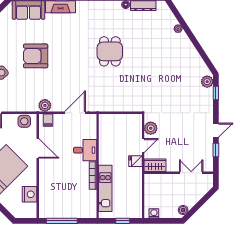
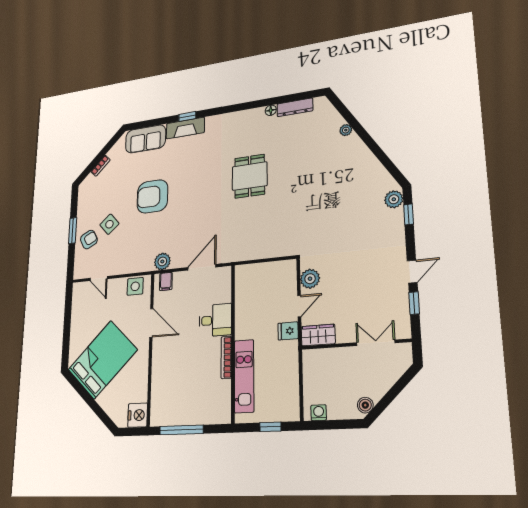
nightstand: (30, 194) -> (138, 415), moved

